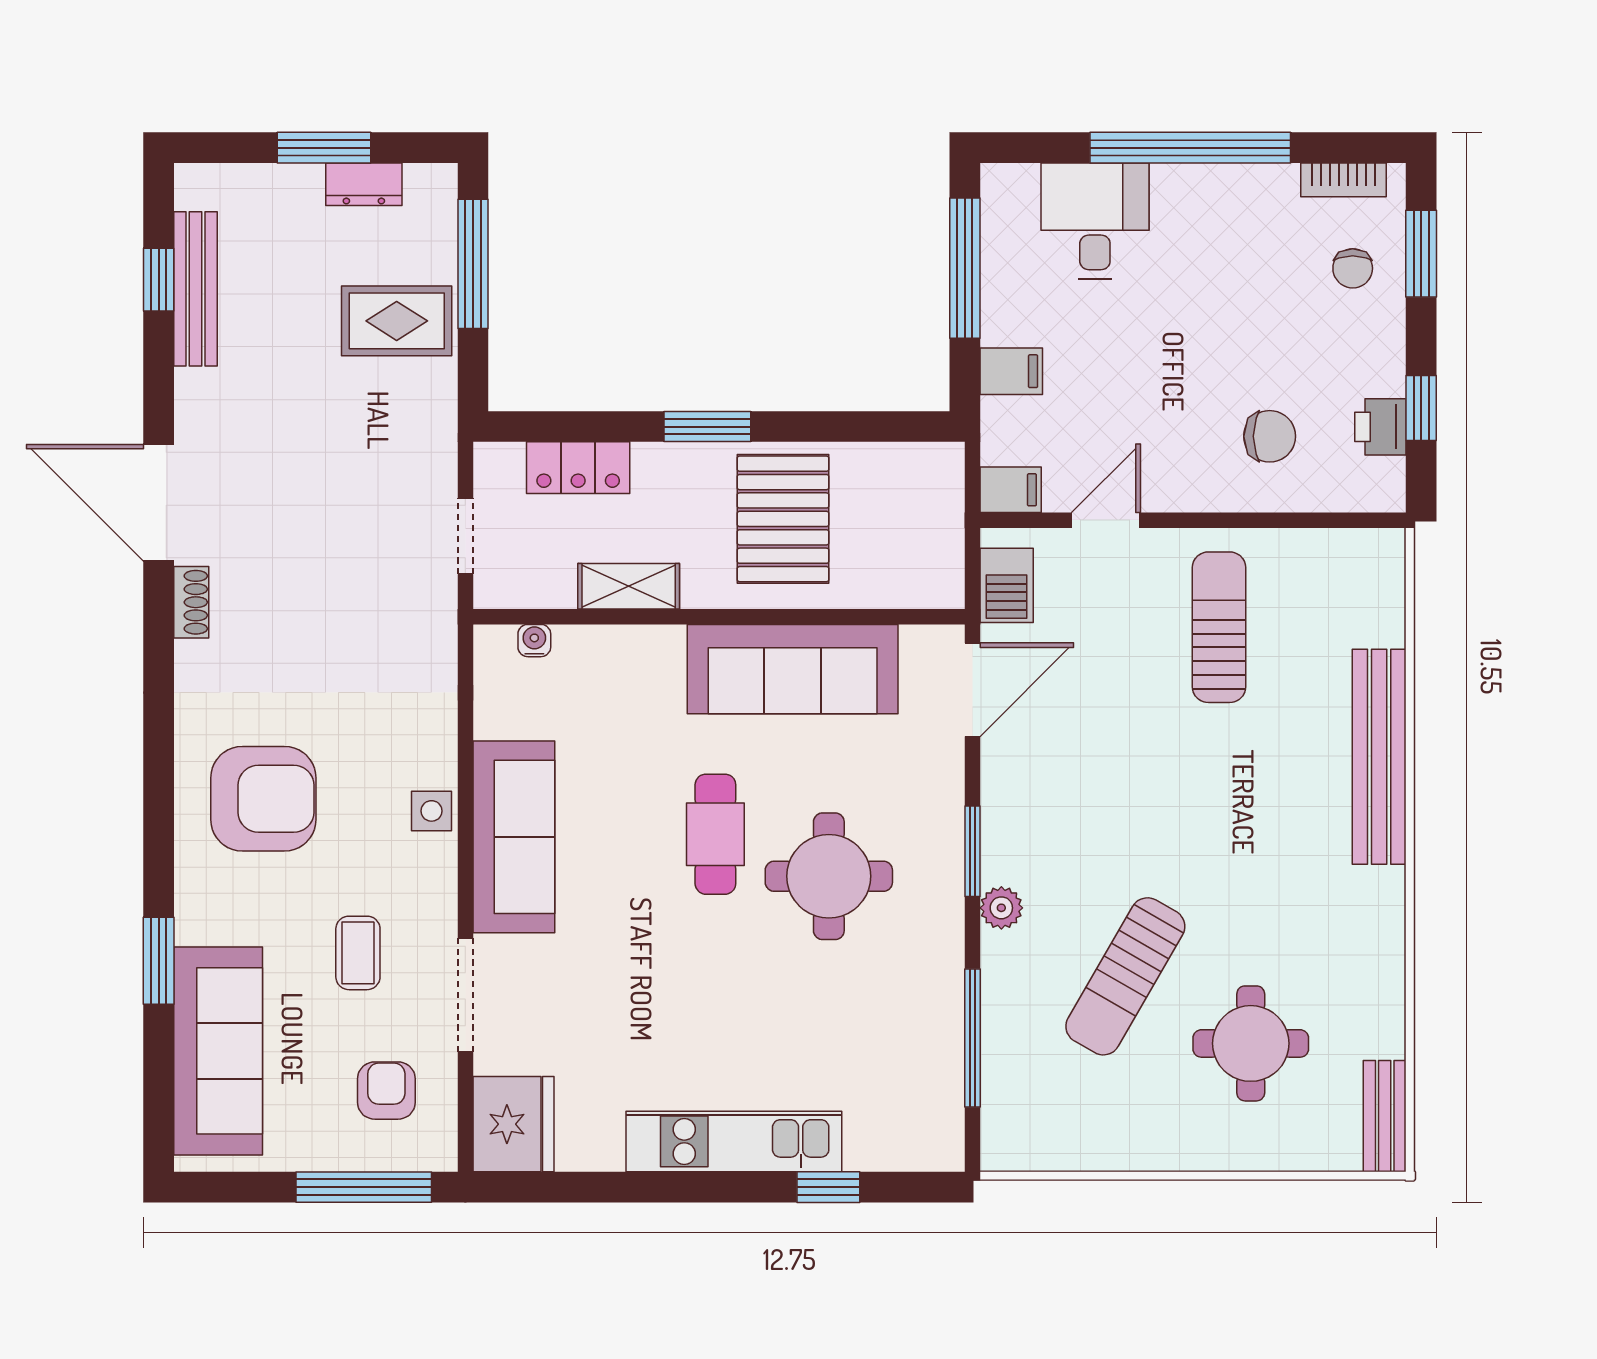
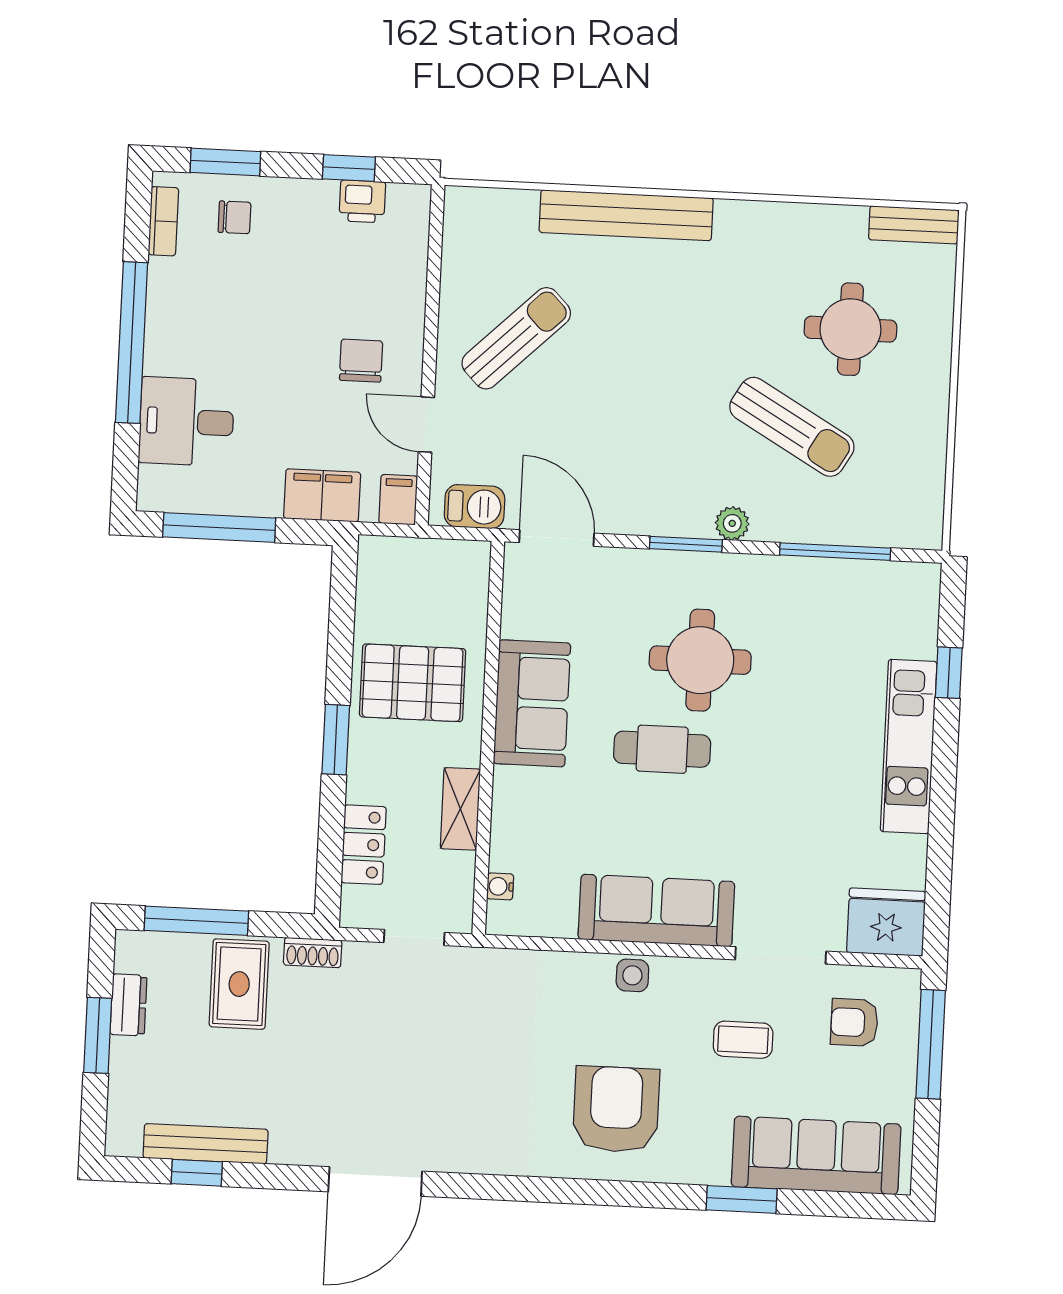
filing cabinet: (1011, 371) -> (322, 495), width x2.00
chair: (1270, 436) -> (361, 361), moved
shoe rack: (191, 602) -> (313, 953), moved, turned 180
sun lounger: (1219, 627) -> (516, 338), turned 136
sofa: (793, 669) -> (532, 703), width x0.73

